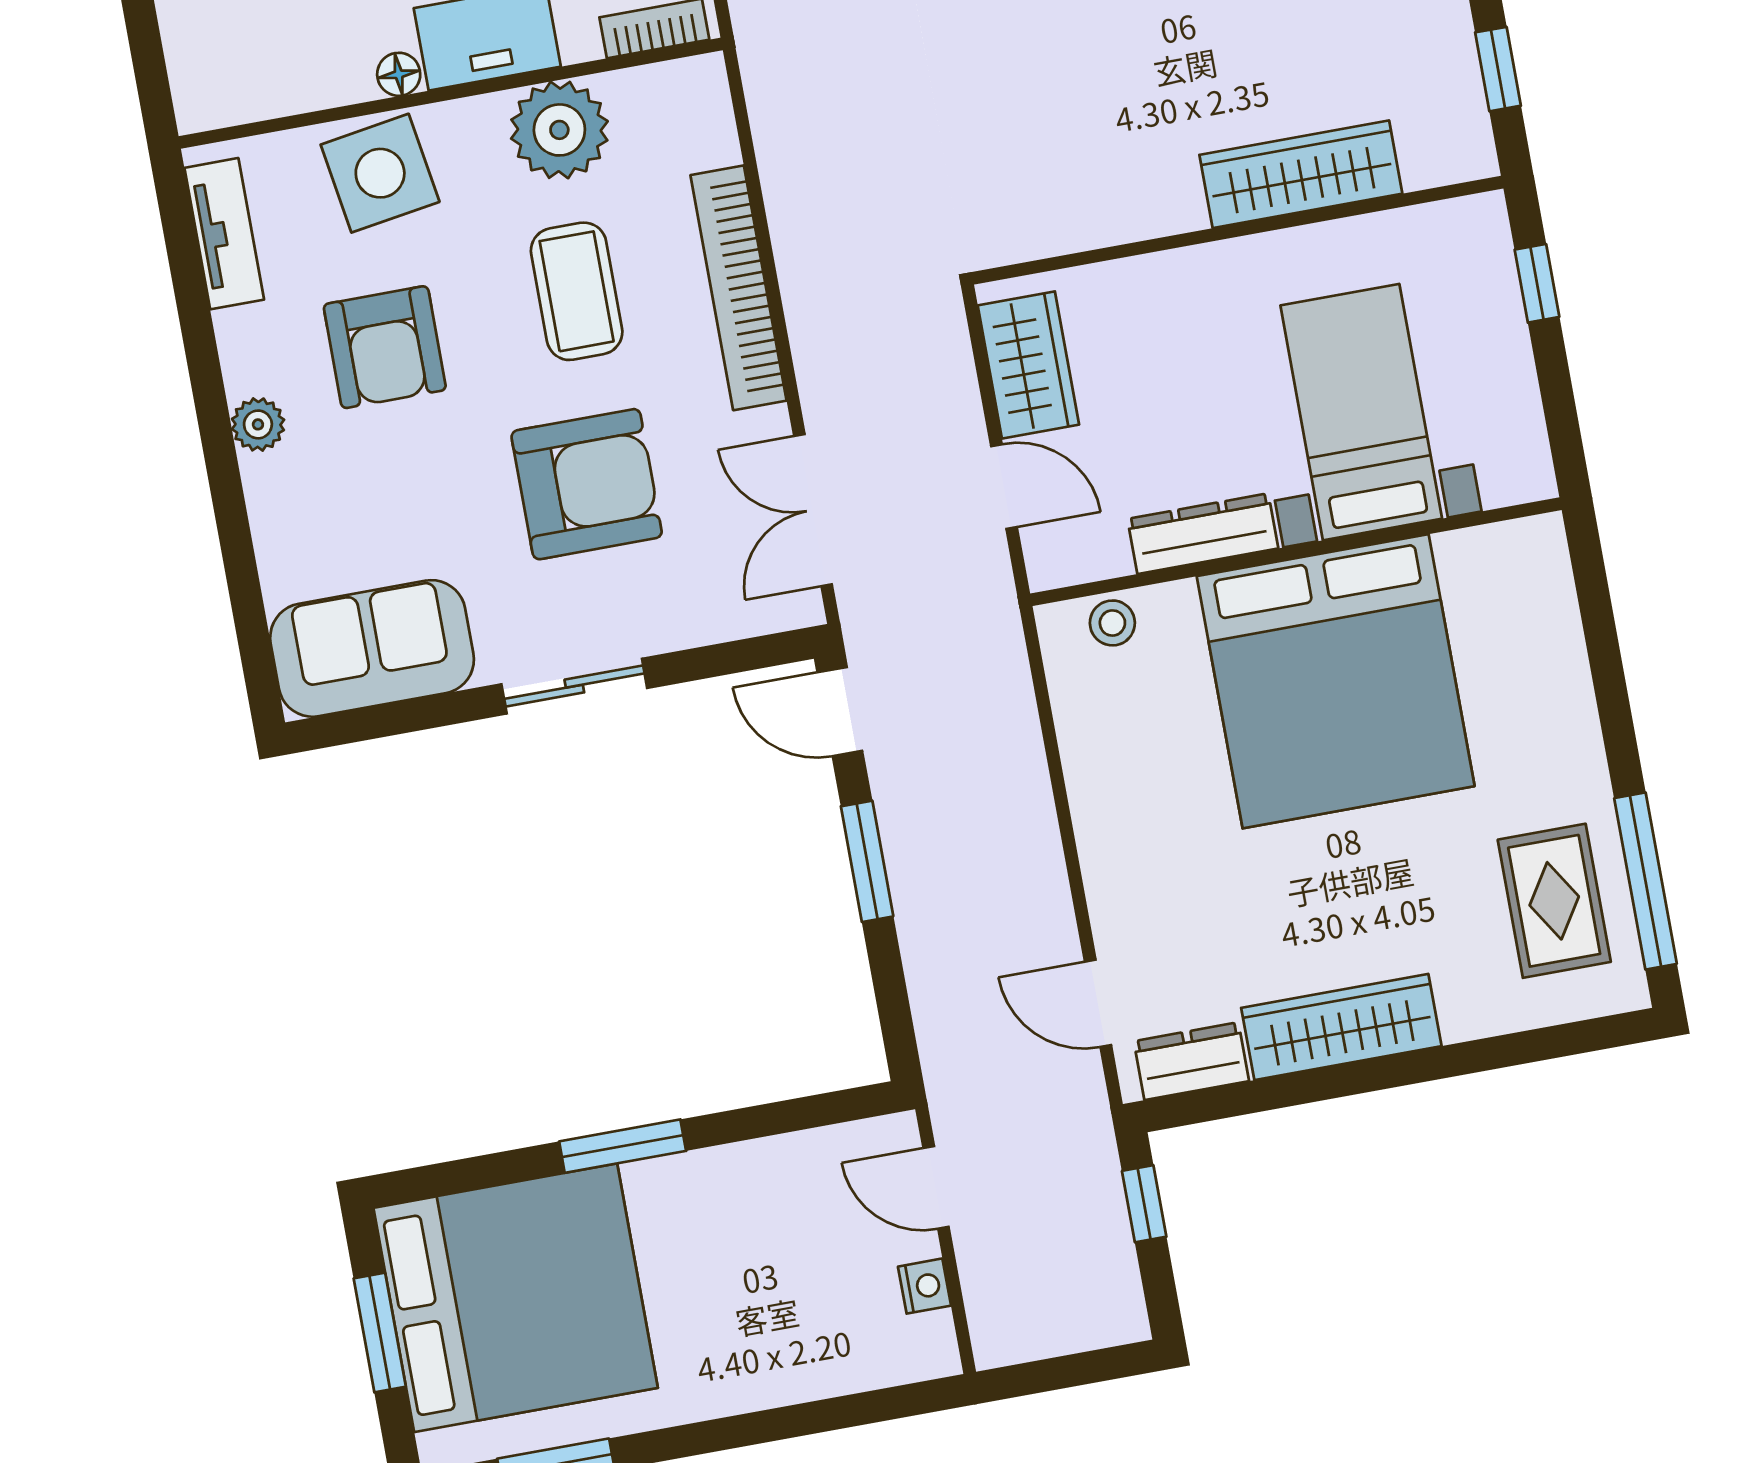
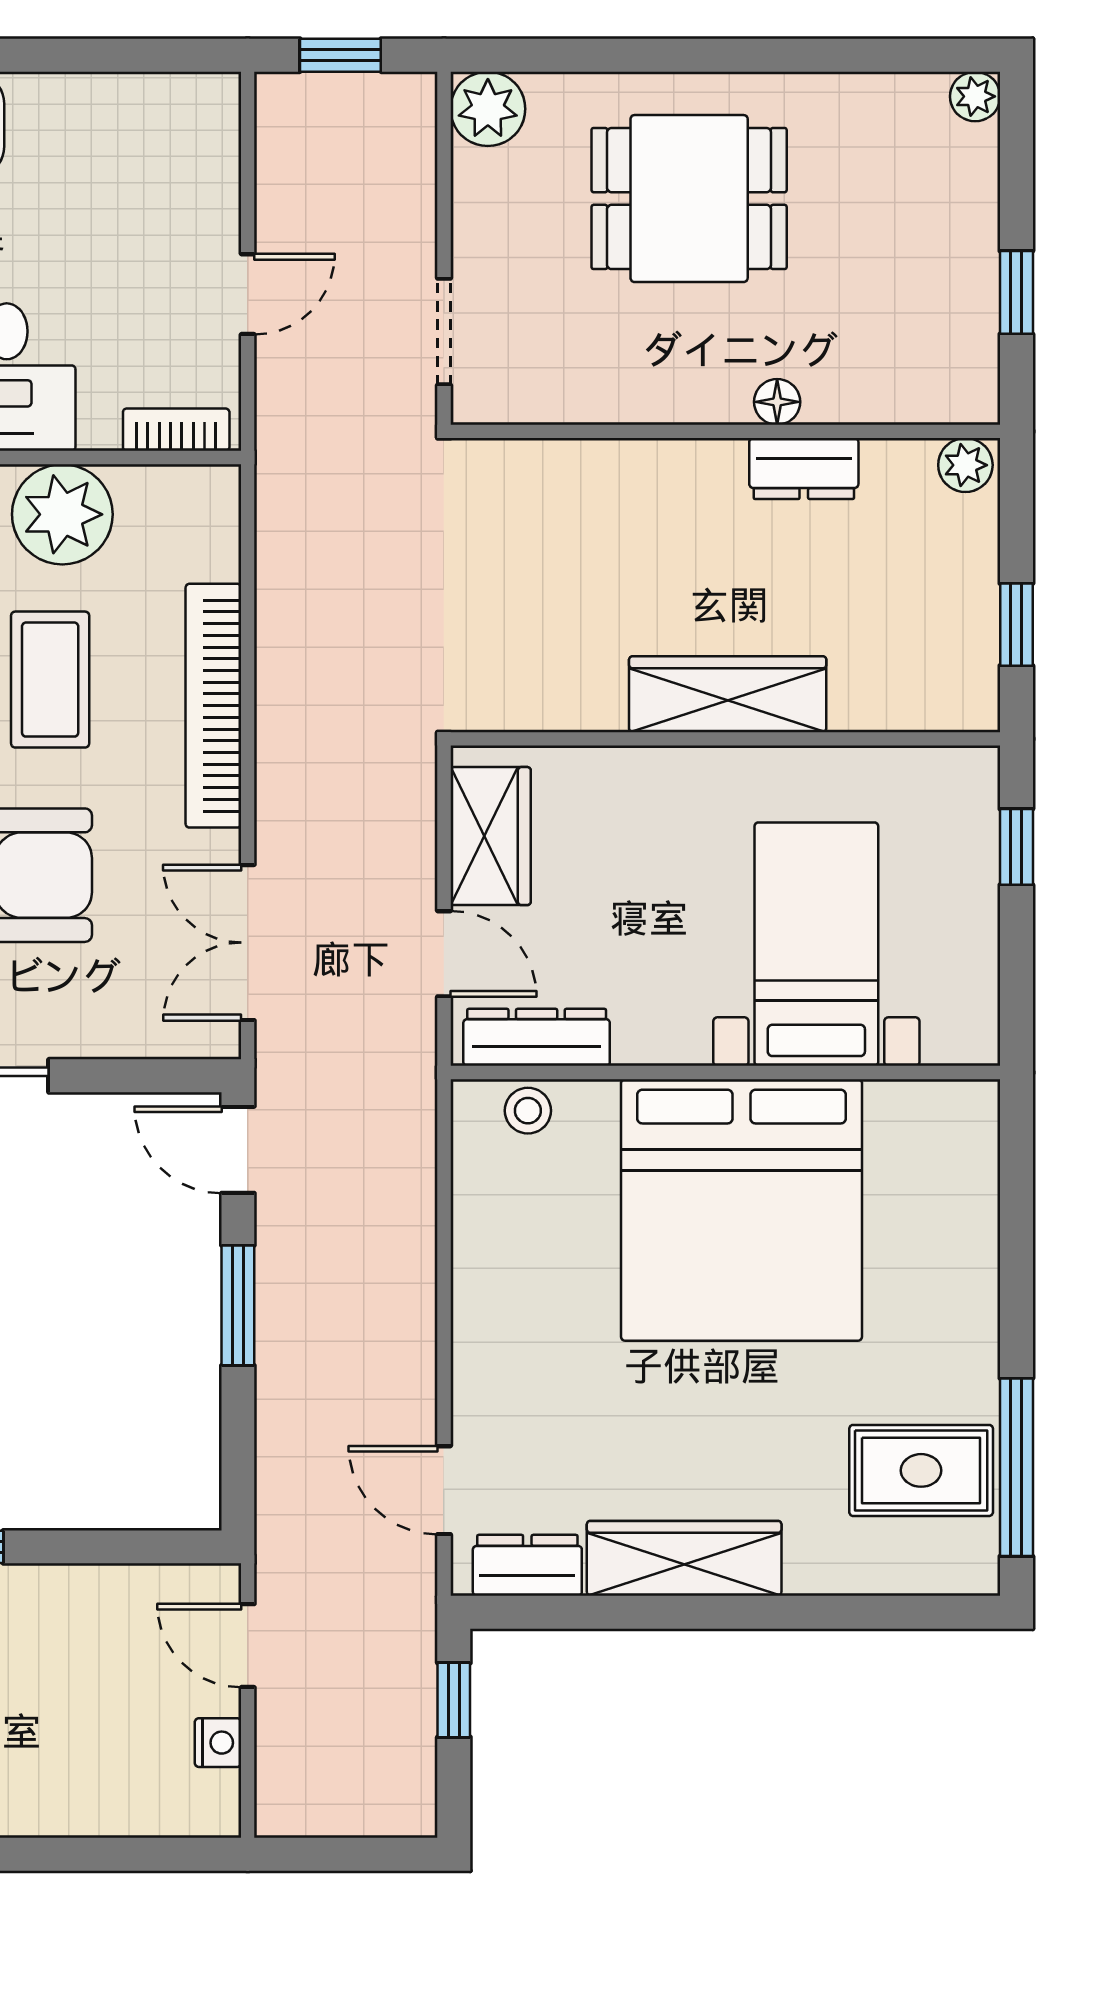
wardrobe: (1301, 174) -> (728, 694), moved
dresser: (1203, 534) -> (537, 1037), moved
rug: (1554, 901) -> (921, 1470), turned 90

